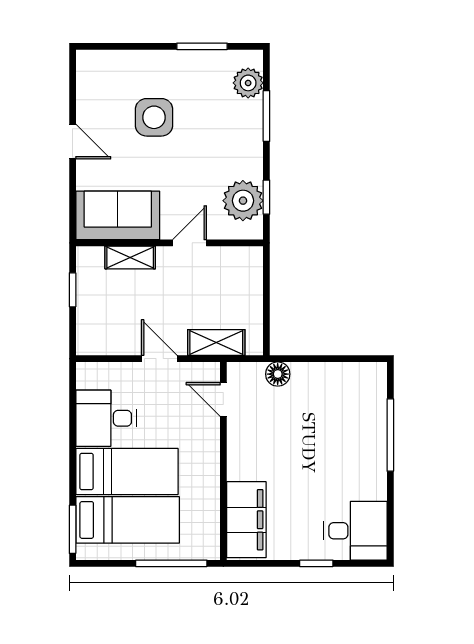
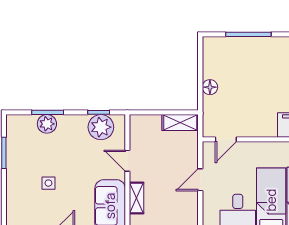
plant: (248, 83) -> (47, 124), moved
side table: (154, 117) -> (48, 183), width x0.54, depth x0.54
shelving: (216, 343) -> (180, 123), moved, turned 90
floor lamp: (278, 374) -> (210, 87), moved

